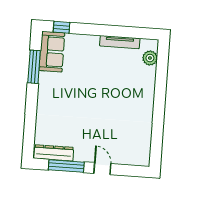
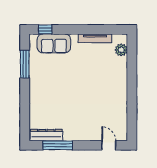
sofa: (52, 52) -> (54, 43), moved, turned 90
door: (102, 169) -> (109, 145), moved

